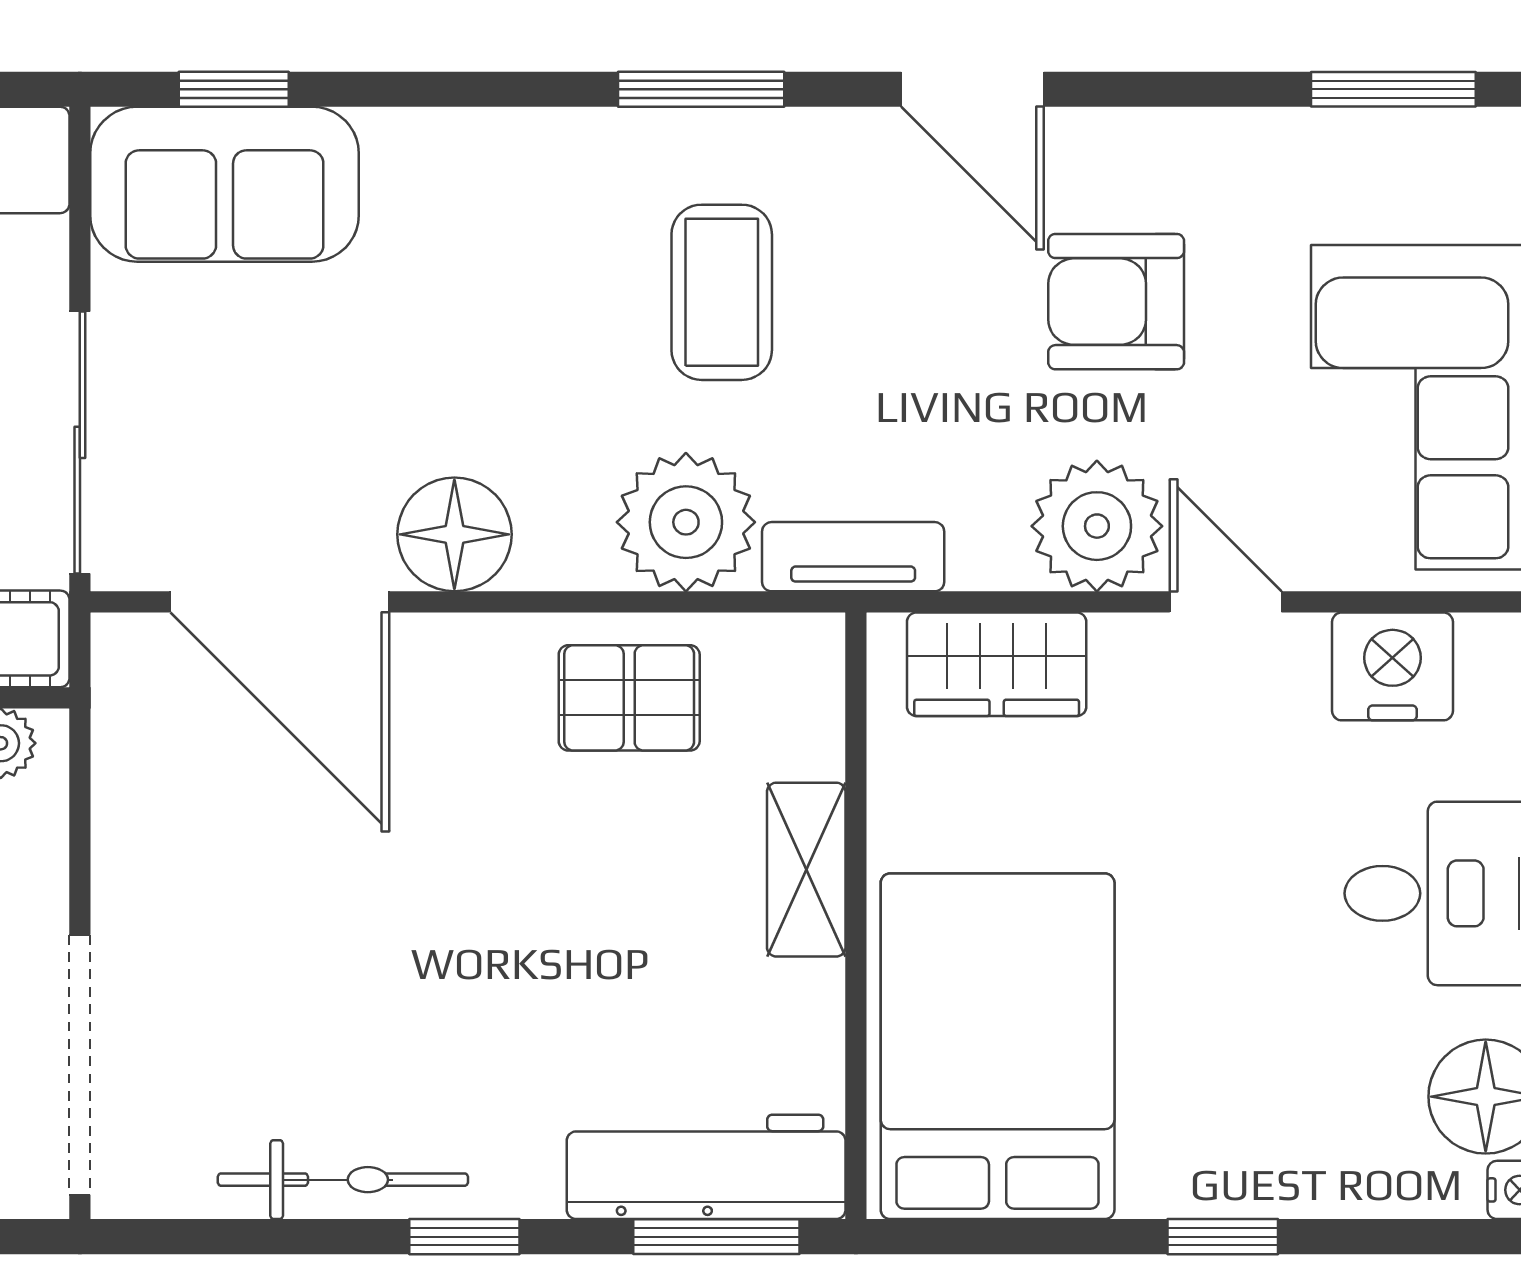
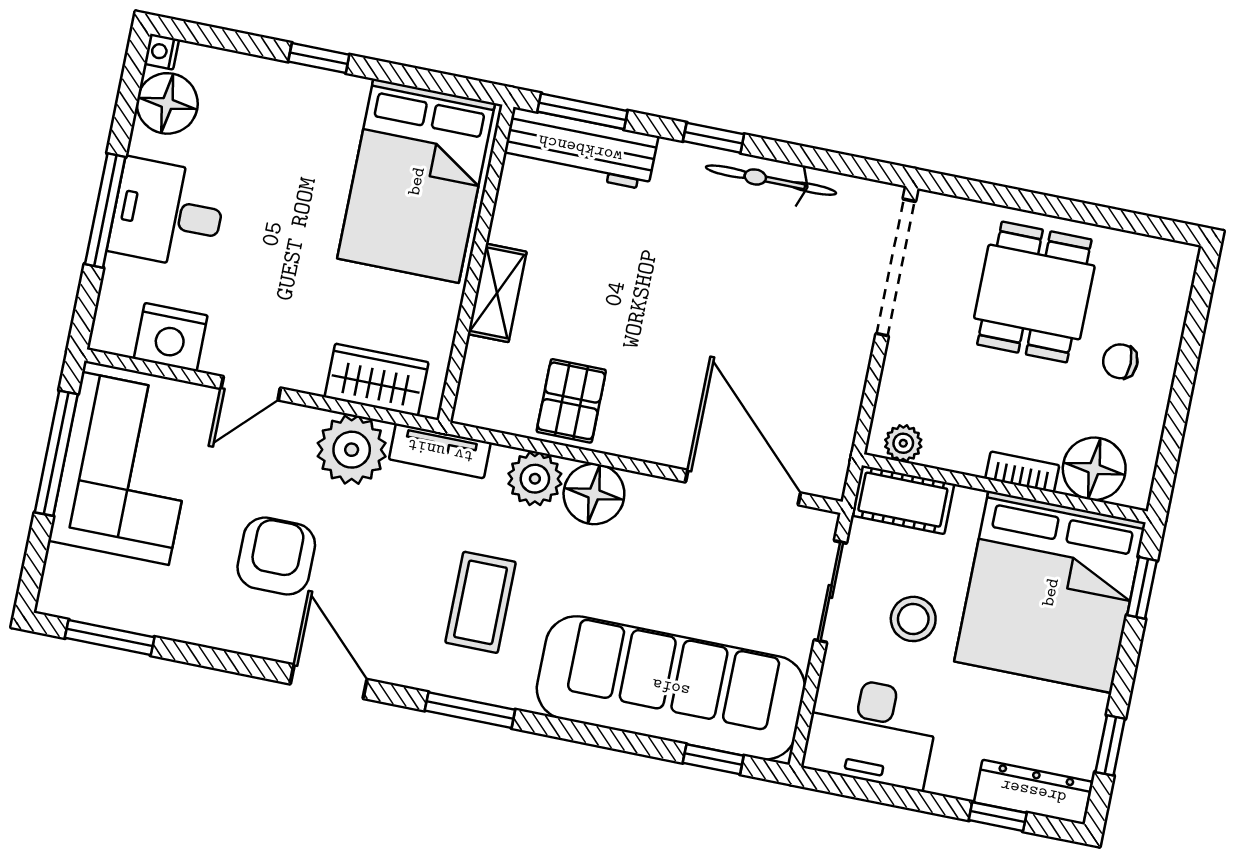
sofa: (225, 184) -> (671, 688), width x1.85, depth x1.27
armchair: (1116, 302) -> (276, 556), turned -90
sliding door: (80, 442) -> (830, 591), width x0.73
plant: (686, 522) -> (535, 479), width x0.73, depth x0.73
plant: (1097, 526) -> (352, 450), moved
floor lamp: (454, 534) -> (594, 494), moved
door: (1226, 602) -> (251, 388), hinge flipped
pallet: (629, 698) -> (571, 401), turned 90

